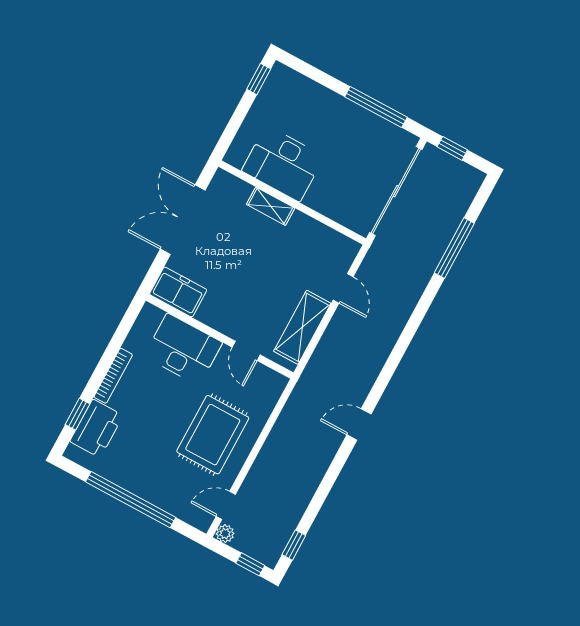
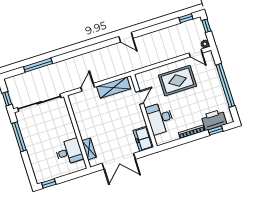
desk: (283, 164) -> (69, 152), width x0.73
shelving: (271, 206) -> (89, 149), moved

